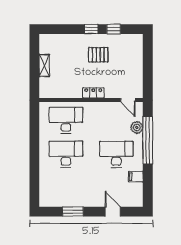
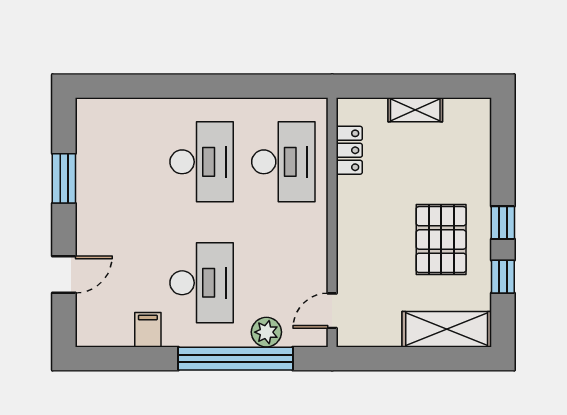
shelving: (136, 52) -> (447, 329), added
pallet: (98, 55) -> (441, 240), width x1.50, depth x1.42
locker: (93, 93) -> (349, 150), moved

